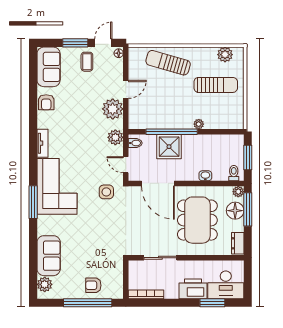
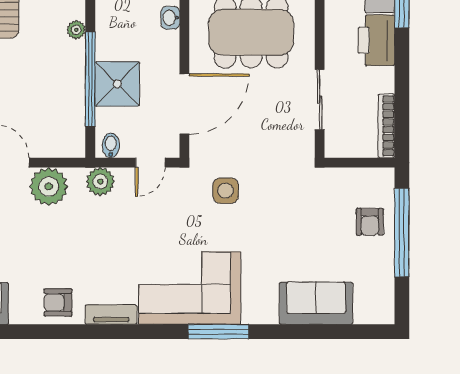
armchair: (46, 102) -> (58, 302), moved, turned 180
side table: (106, 192) -> (226, 191), moved
plant: (45, 284) -> (368, 311), removed

